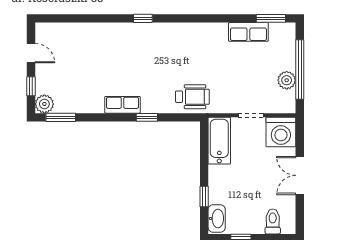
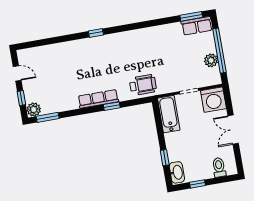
row of seats: (248, 32) -> (197, 26), moved
row of seats: (122, 105) -> (98, 99), width x1.48

